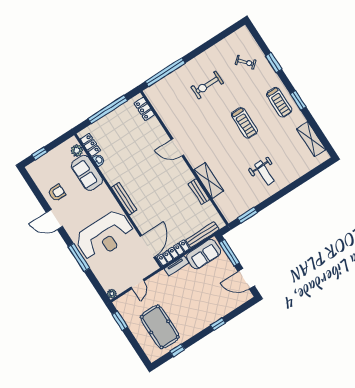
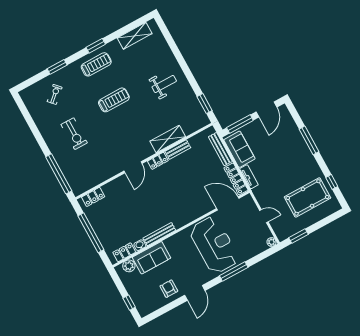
locker: (186, 172) -> (158, 161), added
bench: (124, 199) -> (159, 234), moved
window: (218, 324) -> (309, 140), width x2.17

